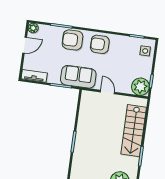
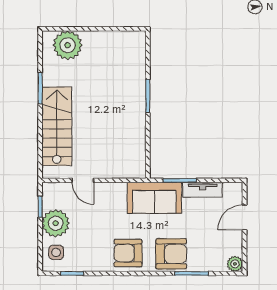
armchair: (100, 44) -> (128, 253), turned 180
door: (25, 45) -> (245, 217), moved
tv unit: (34, 76) -> (202, 190), moved
plant: (140, 87) -> (56, 223), moved
door: (107, 92) -> (83, 180), moved

